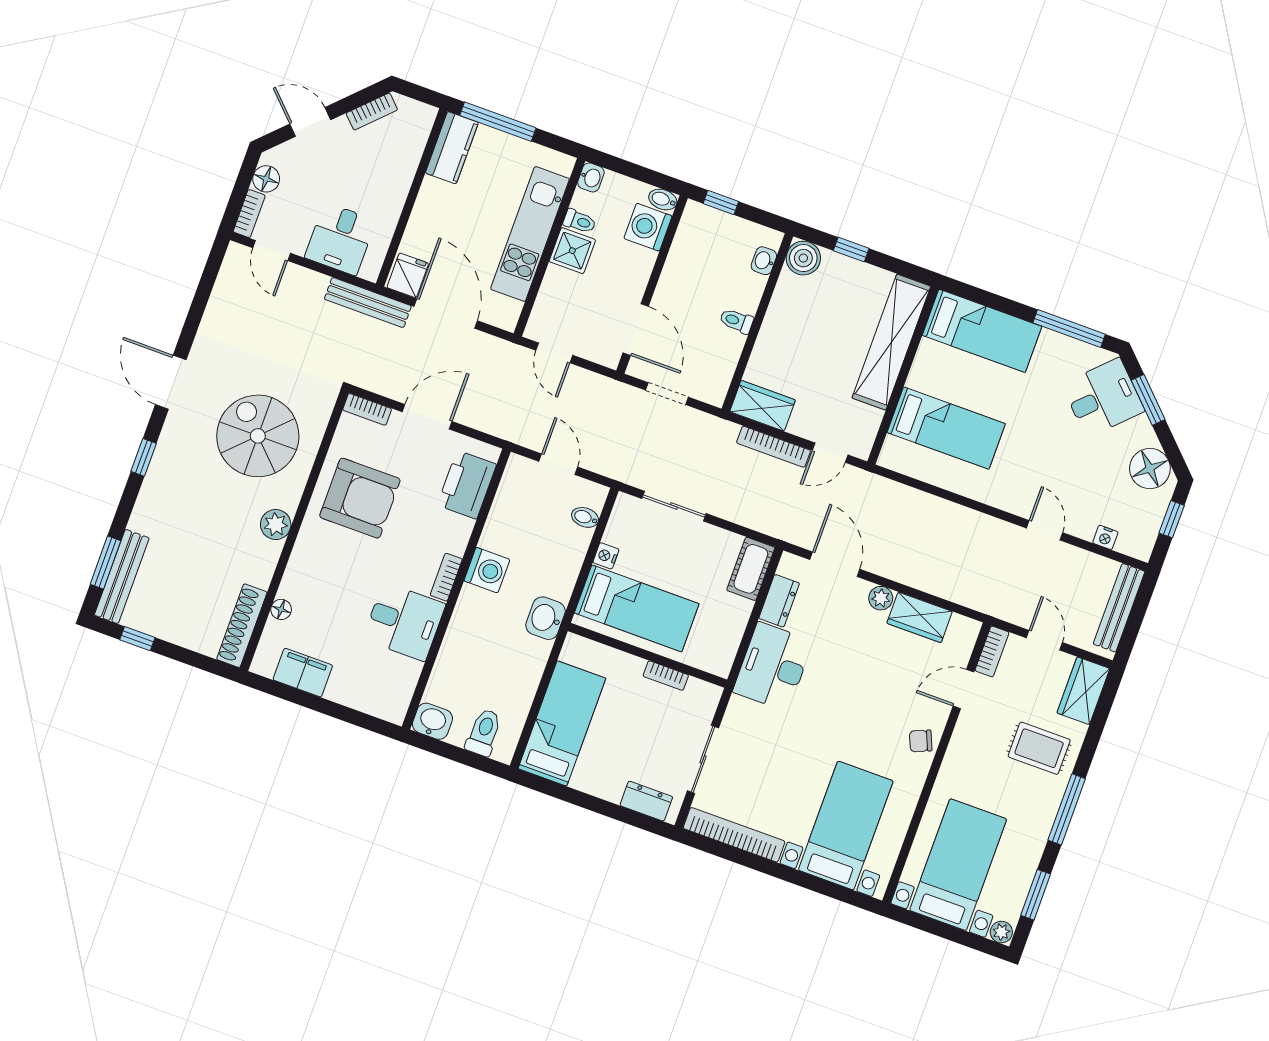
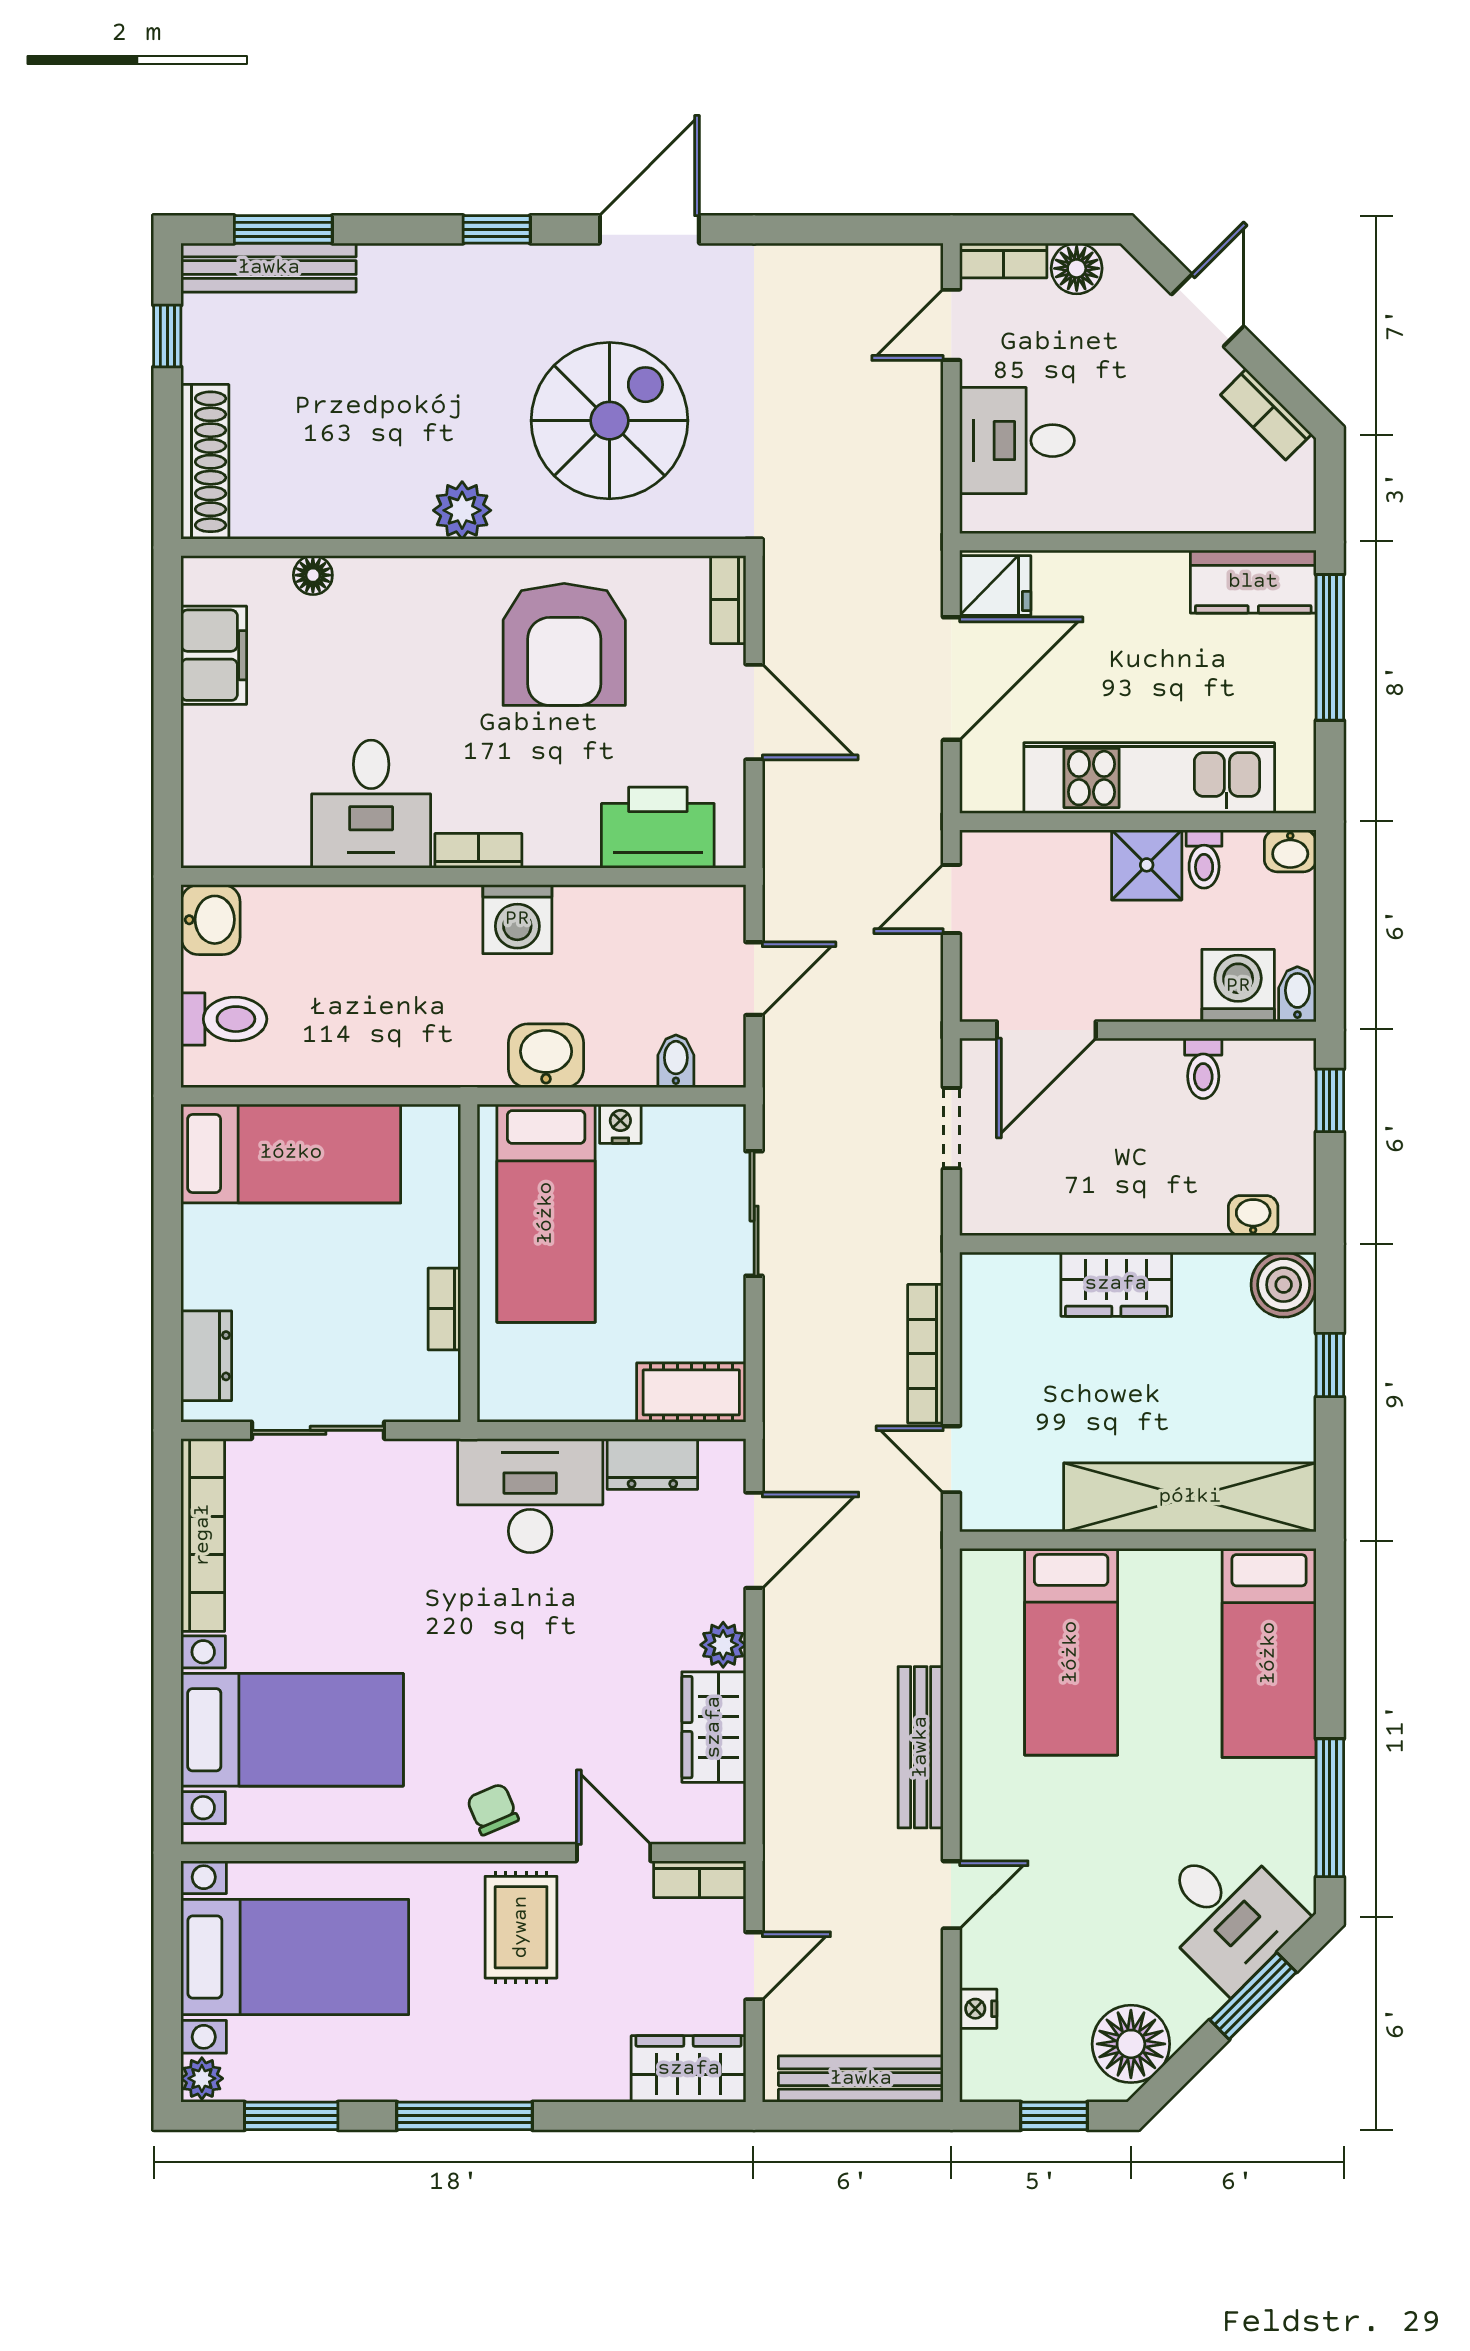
bench: (368, 303) -> (921, 1747), moved
toilet: (736, 321) -> (1203, 1068), moved, turned 180
wardrobe: (763, 406) -> (1116, 1284), moved, turned 90
washbasin: (546, 618) -> (546, 1056), moved
shoe rack: (242, 626) -> (205, 462), moved, turned 90
rug: (1039, 748) -> (521, 1927), moved

